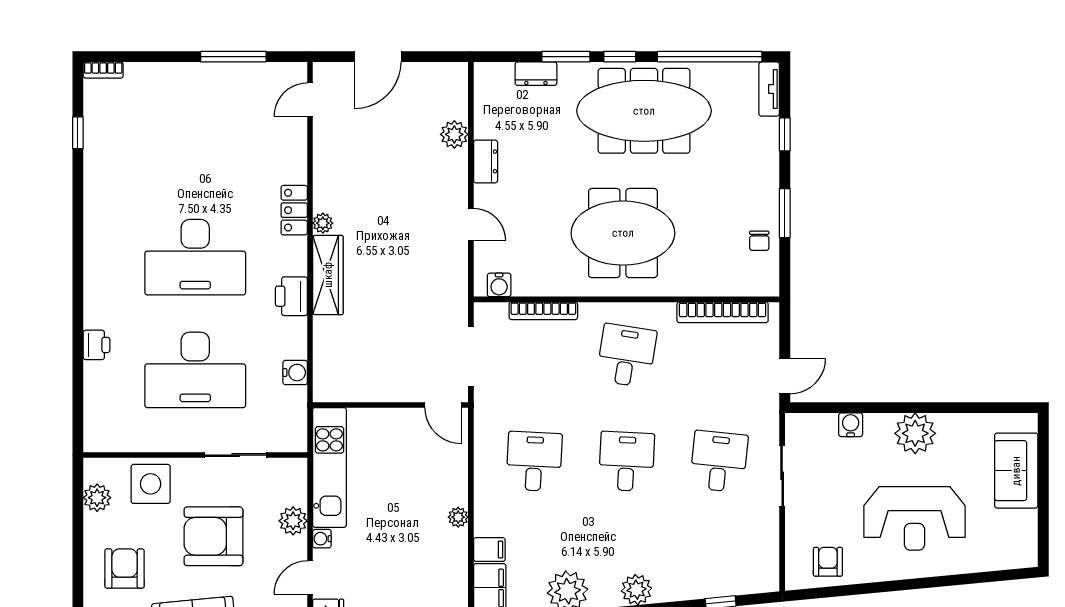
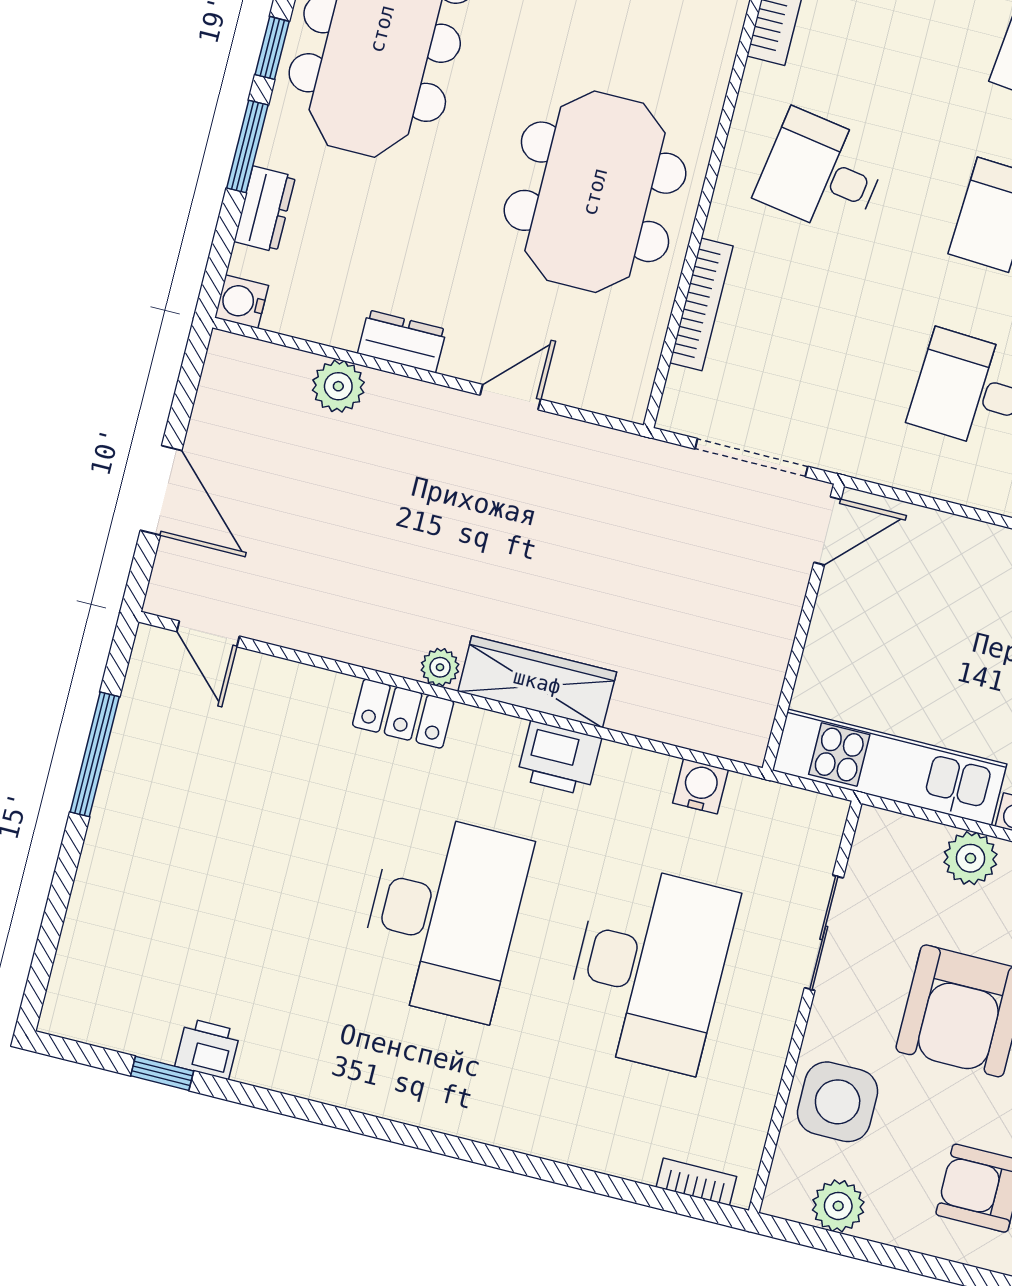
bookcase: (103, 70) -> (696, 1182), moved, turned -90
meeting table: (623, 233) -> (595, 192), moved
water cooler: (499, 285) -> (242, 302), moved, turned 180
printer: (96, 345) -> (208, 1049), moved

